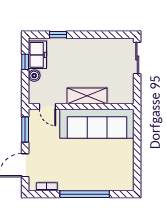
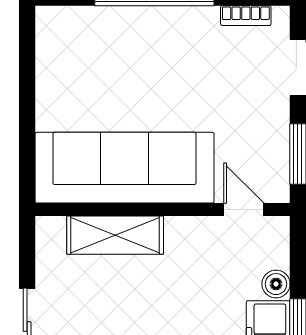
shelving: (87, 96) -> (115, 235), moved

